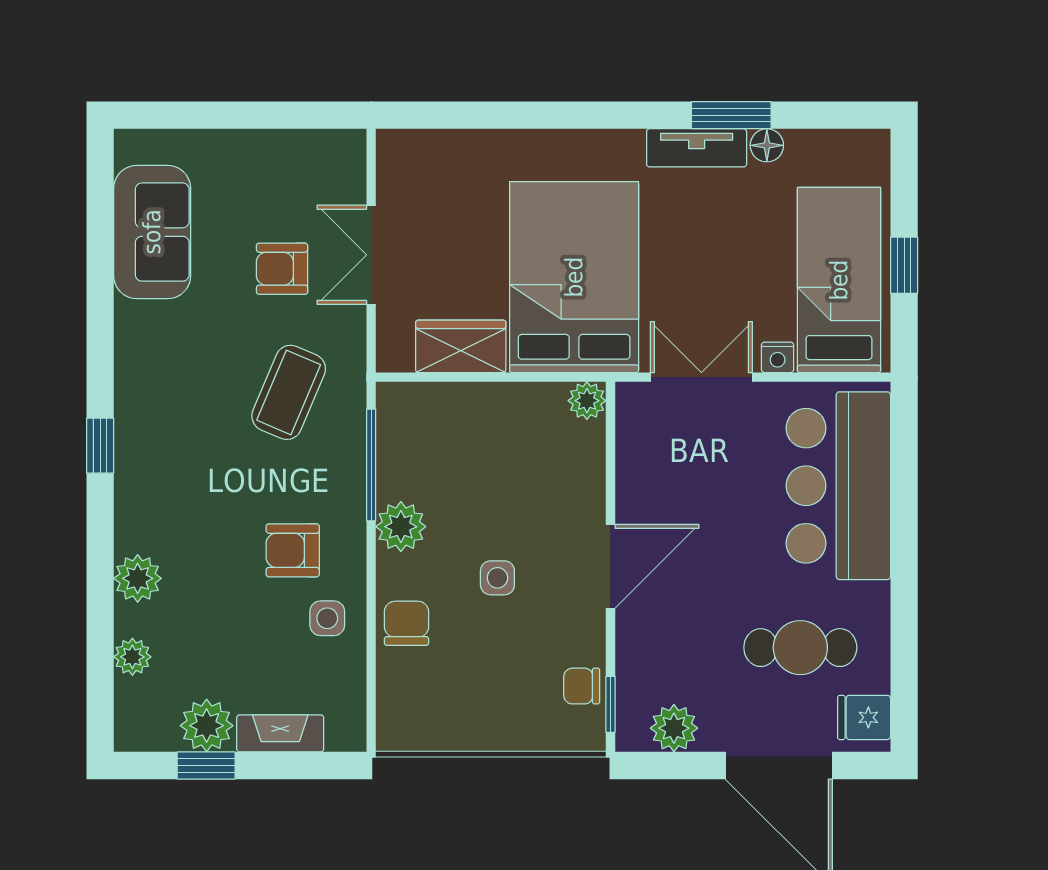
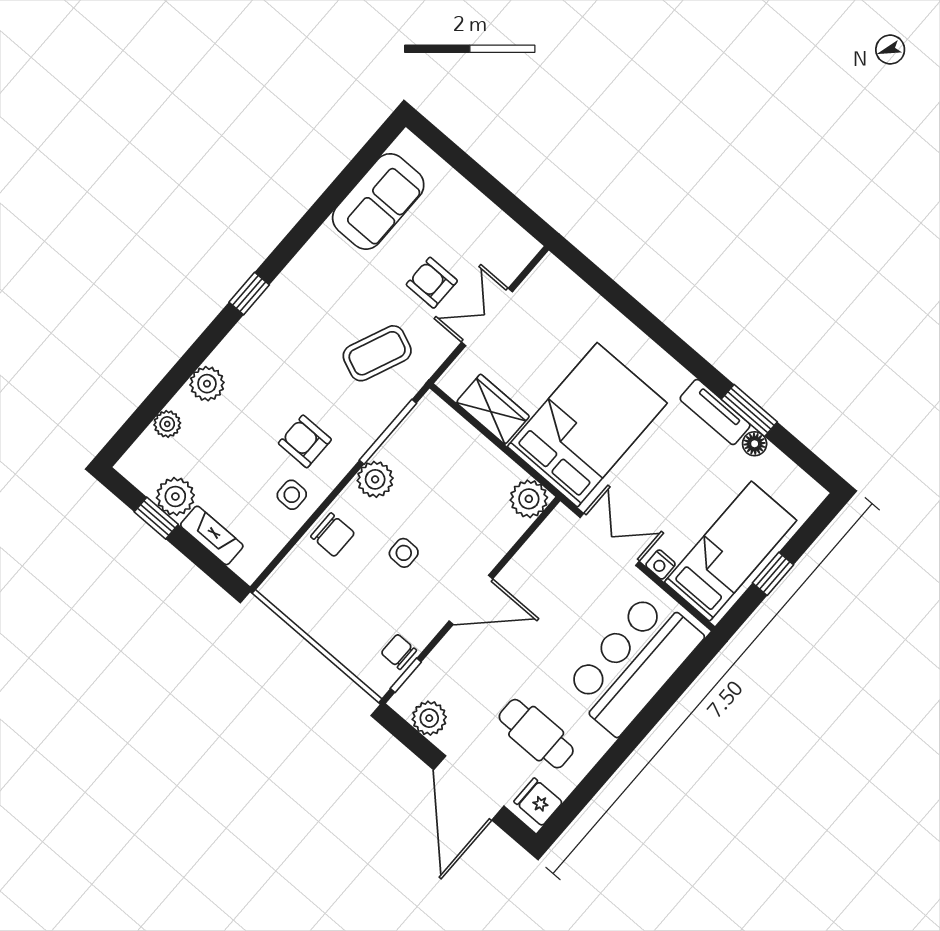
plant: (587, 401) -> (529, 499), width x1.38, depth x1.38
chair: (406, 623) -> (333, 535), turned 90

